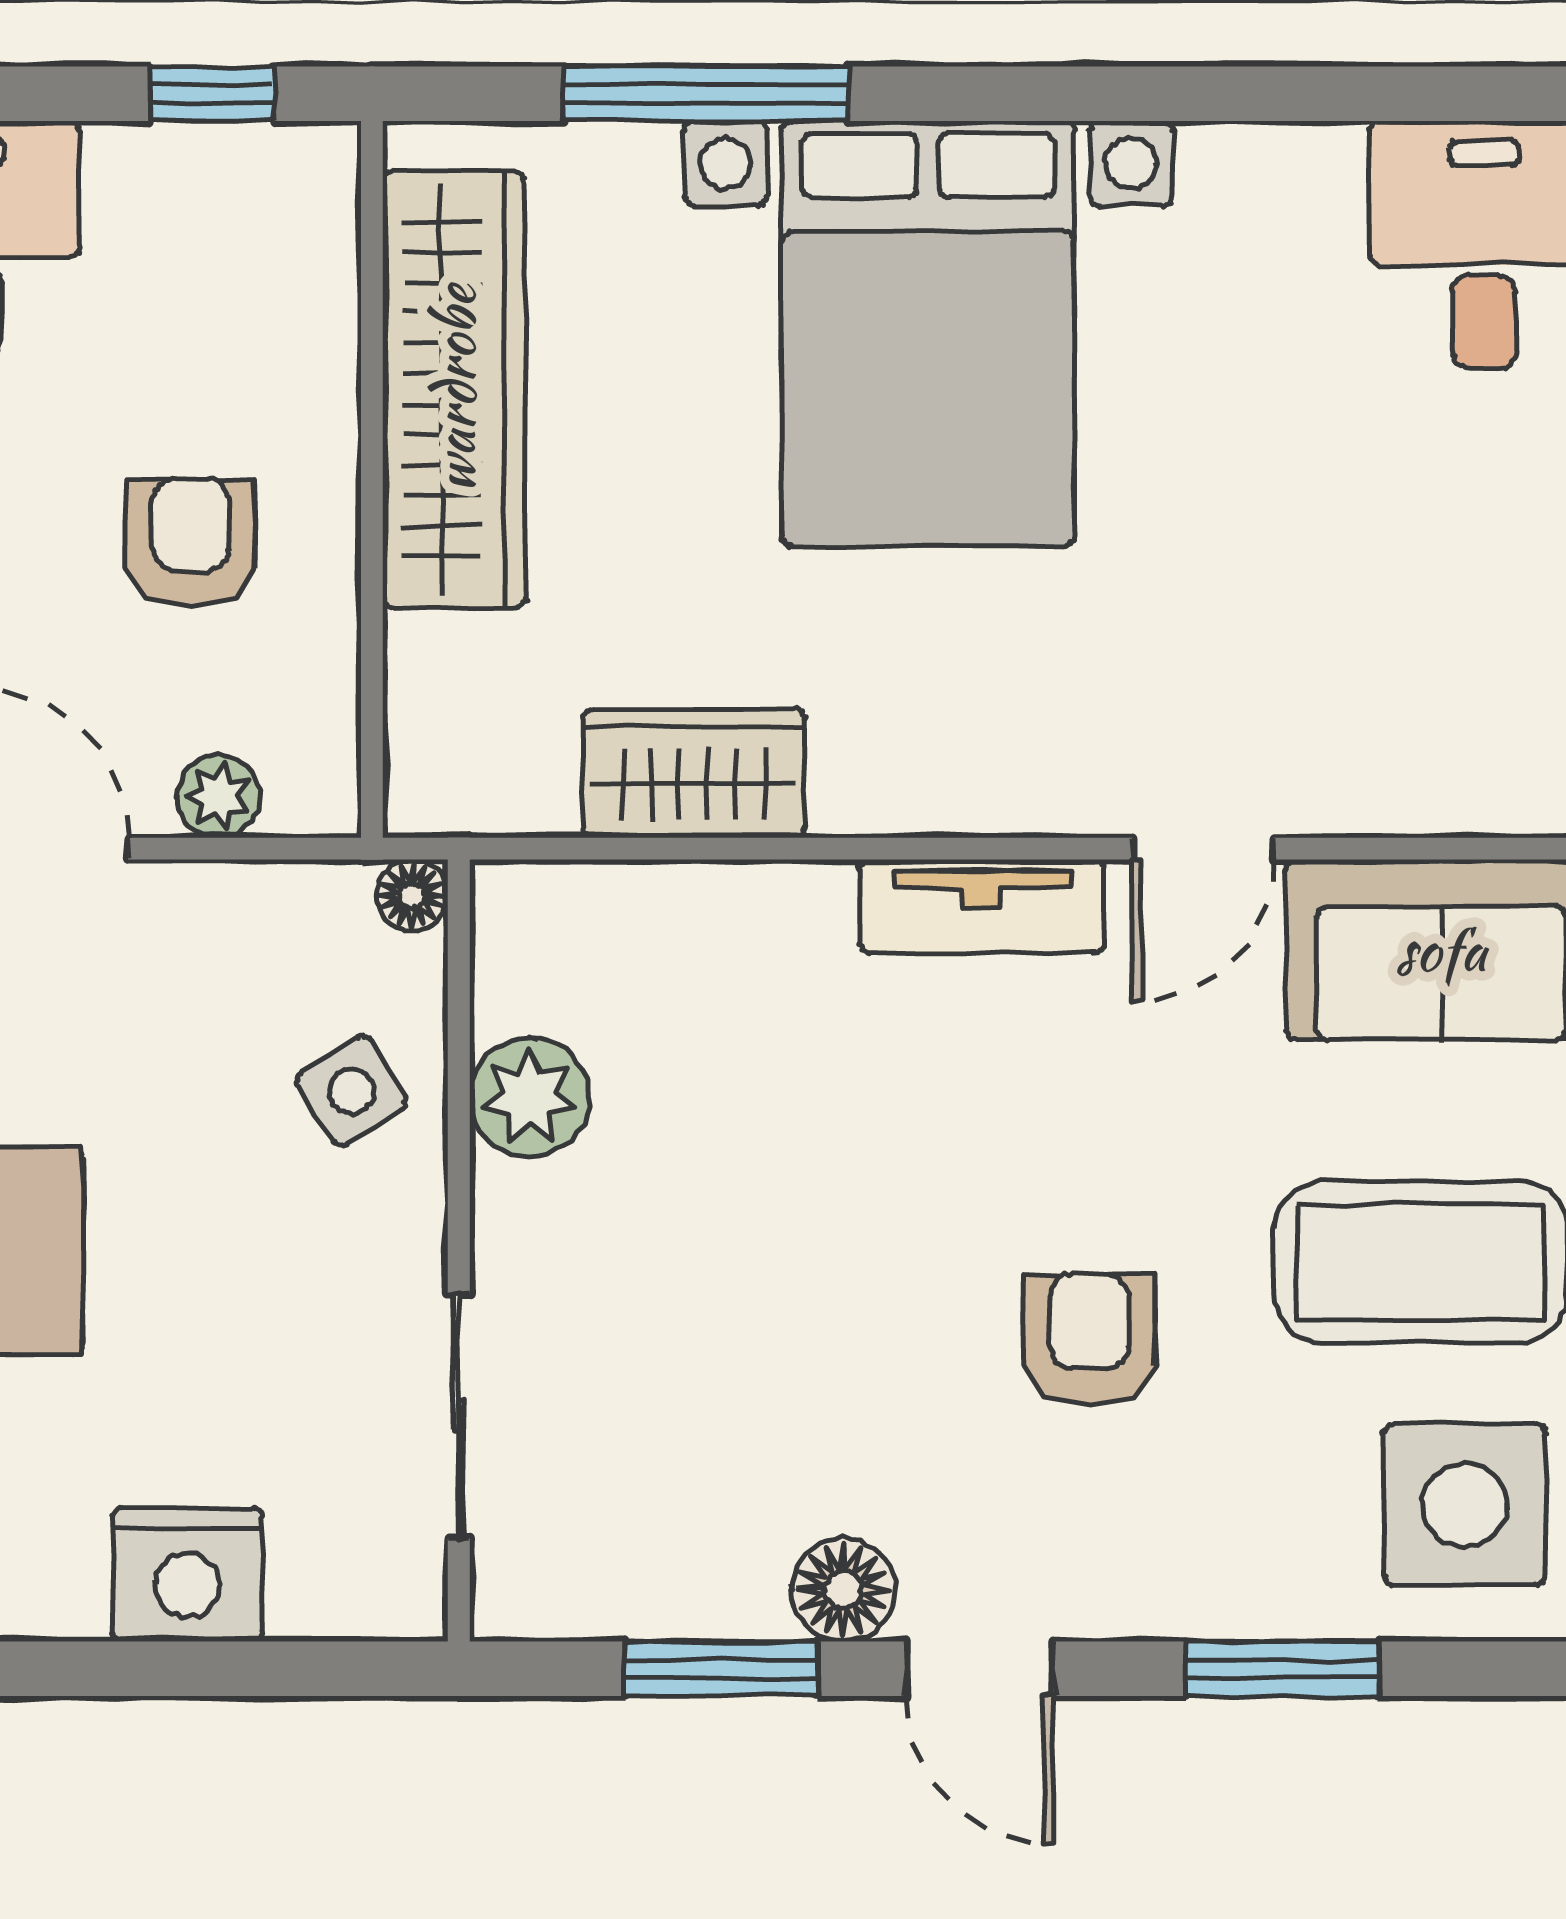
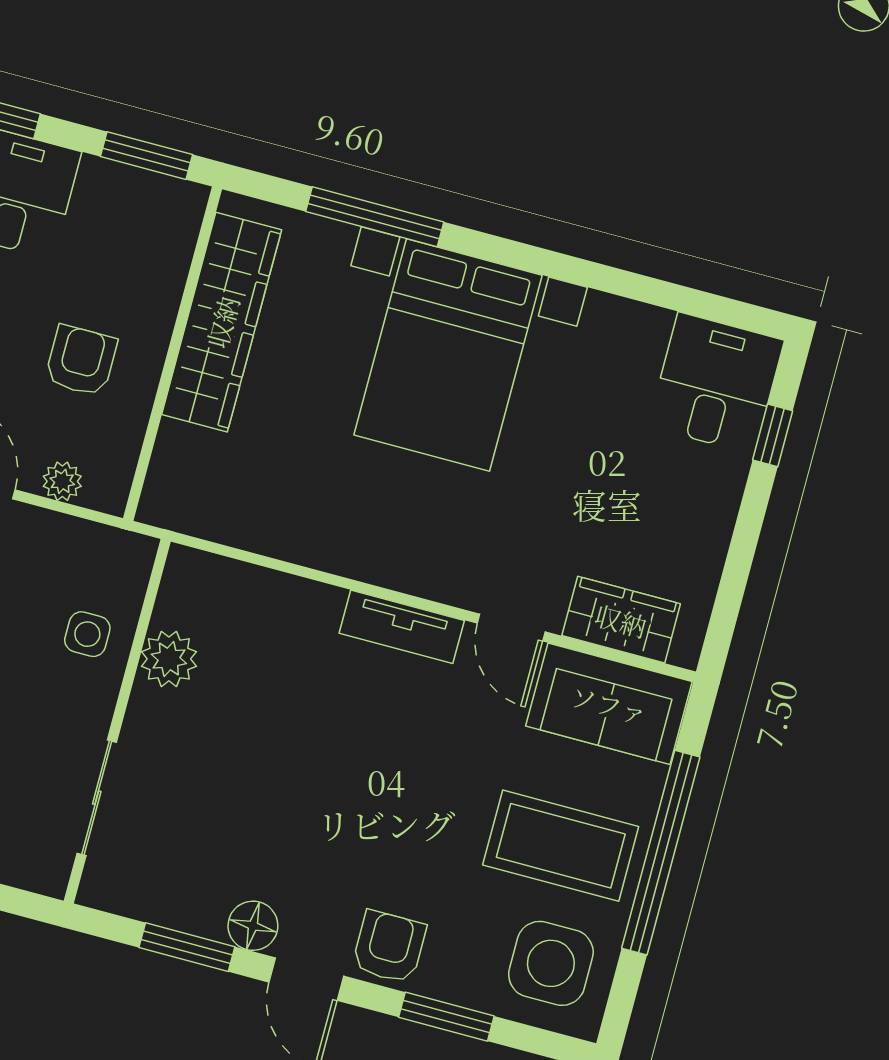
window: (212, 94) -> (146, 156), width x1.50
wardrobe: (694, 773) -> (621, 620), moved
door: (1203, 849) -> (511, 627), hinge flipped
floor lamp: (412, 895) -> (140, 551), removed
side table: (351, 1091) -> (87, 634), turned 32
armchair: (1089, 1339) -> (389, 947), moved

